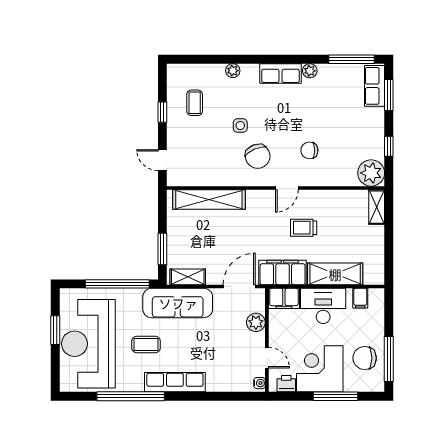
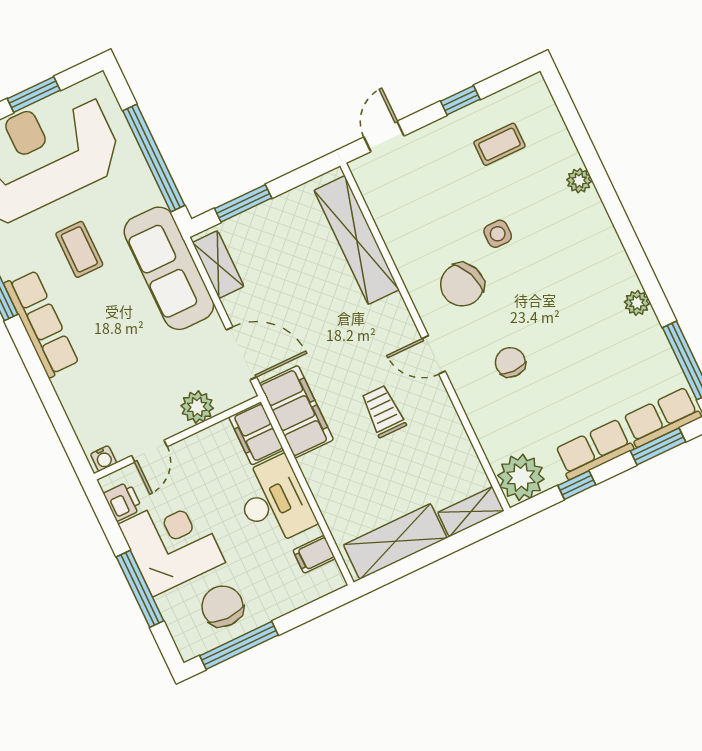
row of seats: (280, 74) -> (594, 449), moved, turned 90
shelving: (335, 274) -> (395, 541), moved, turned 90

